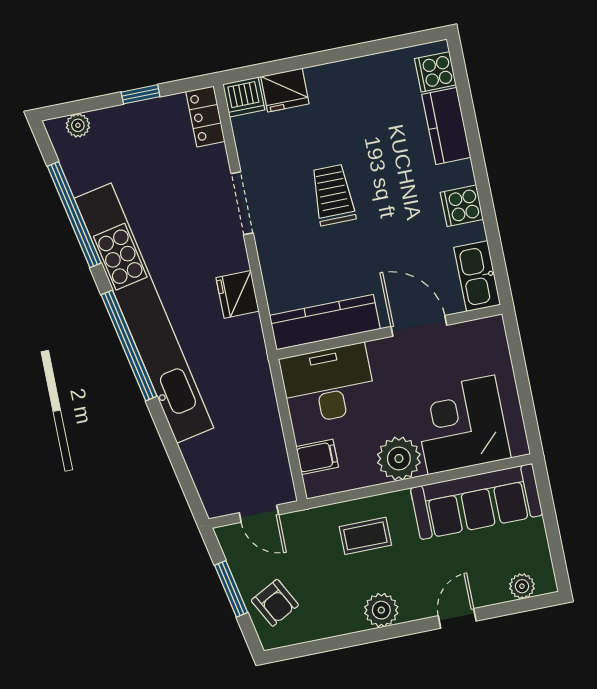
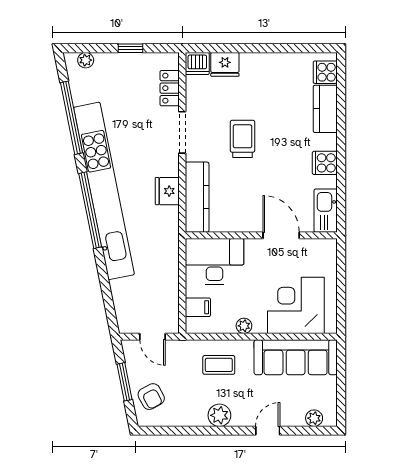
locker: (205, 116) -> (170, 88), moved
kitchen counter: (325, 322) -> (197, 197), moved, turned 90
plant: (399, 459) -> (244, 326), width x0.53, depth x0.53

